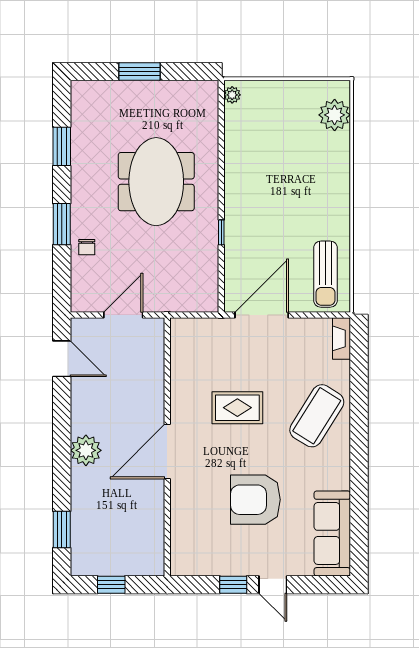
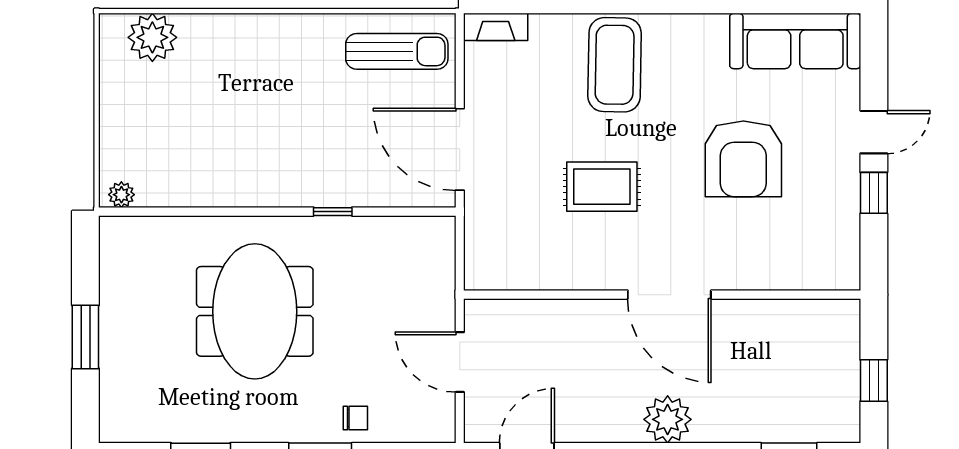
meeting table: (156, 182) -> (255, 311), turned 90
rug: (237, 408) -> (602, 187), turned 90
coffee table: (317, 416) -> (615, 65), turned 59

